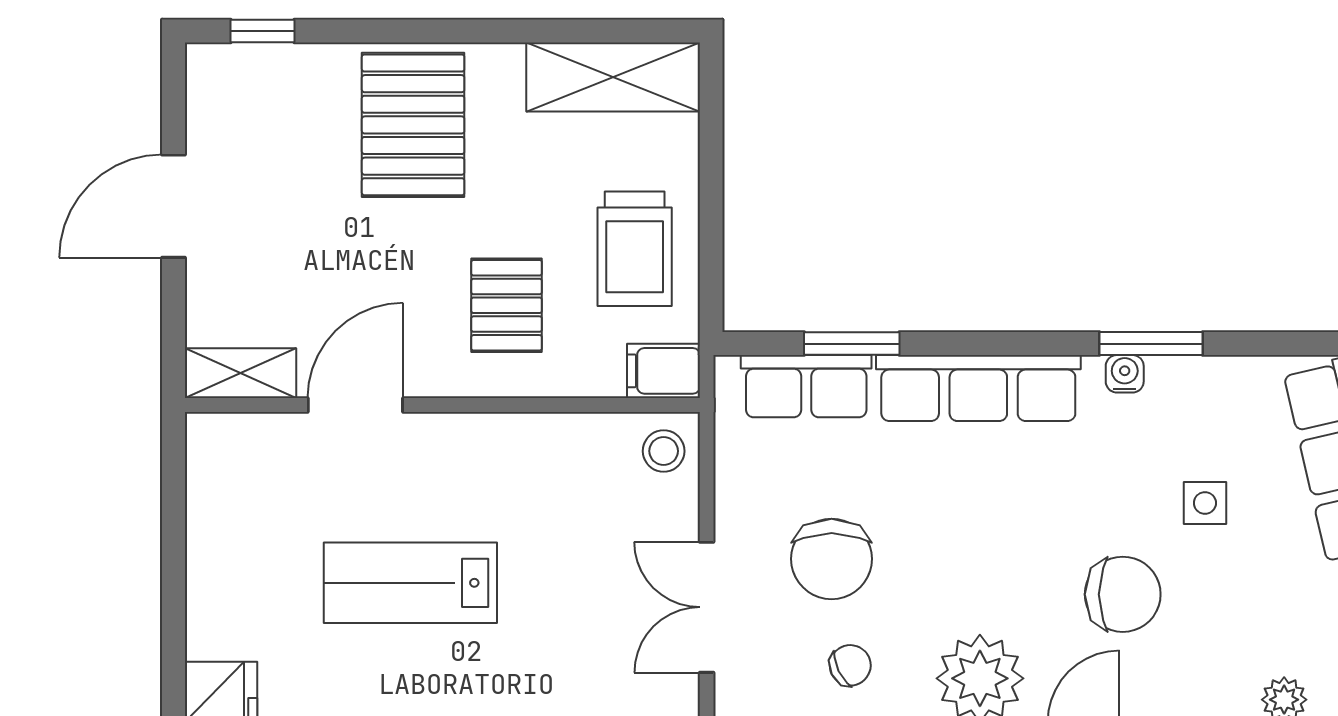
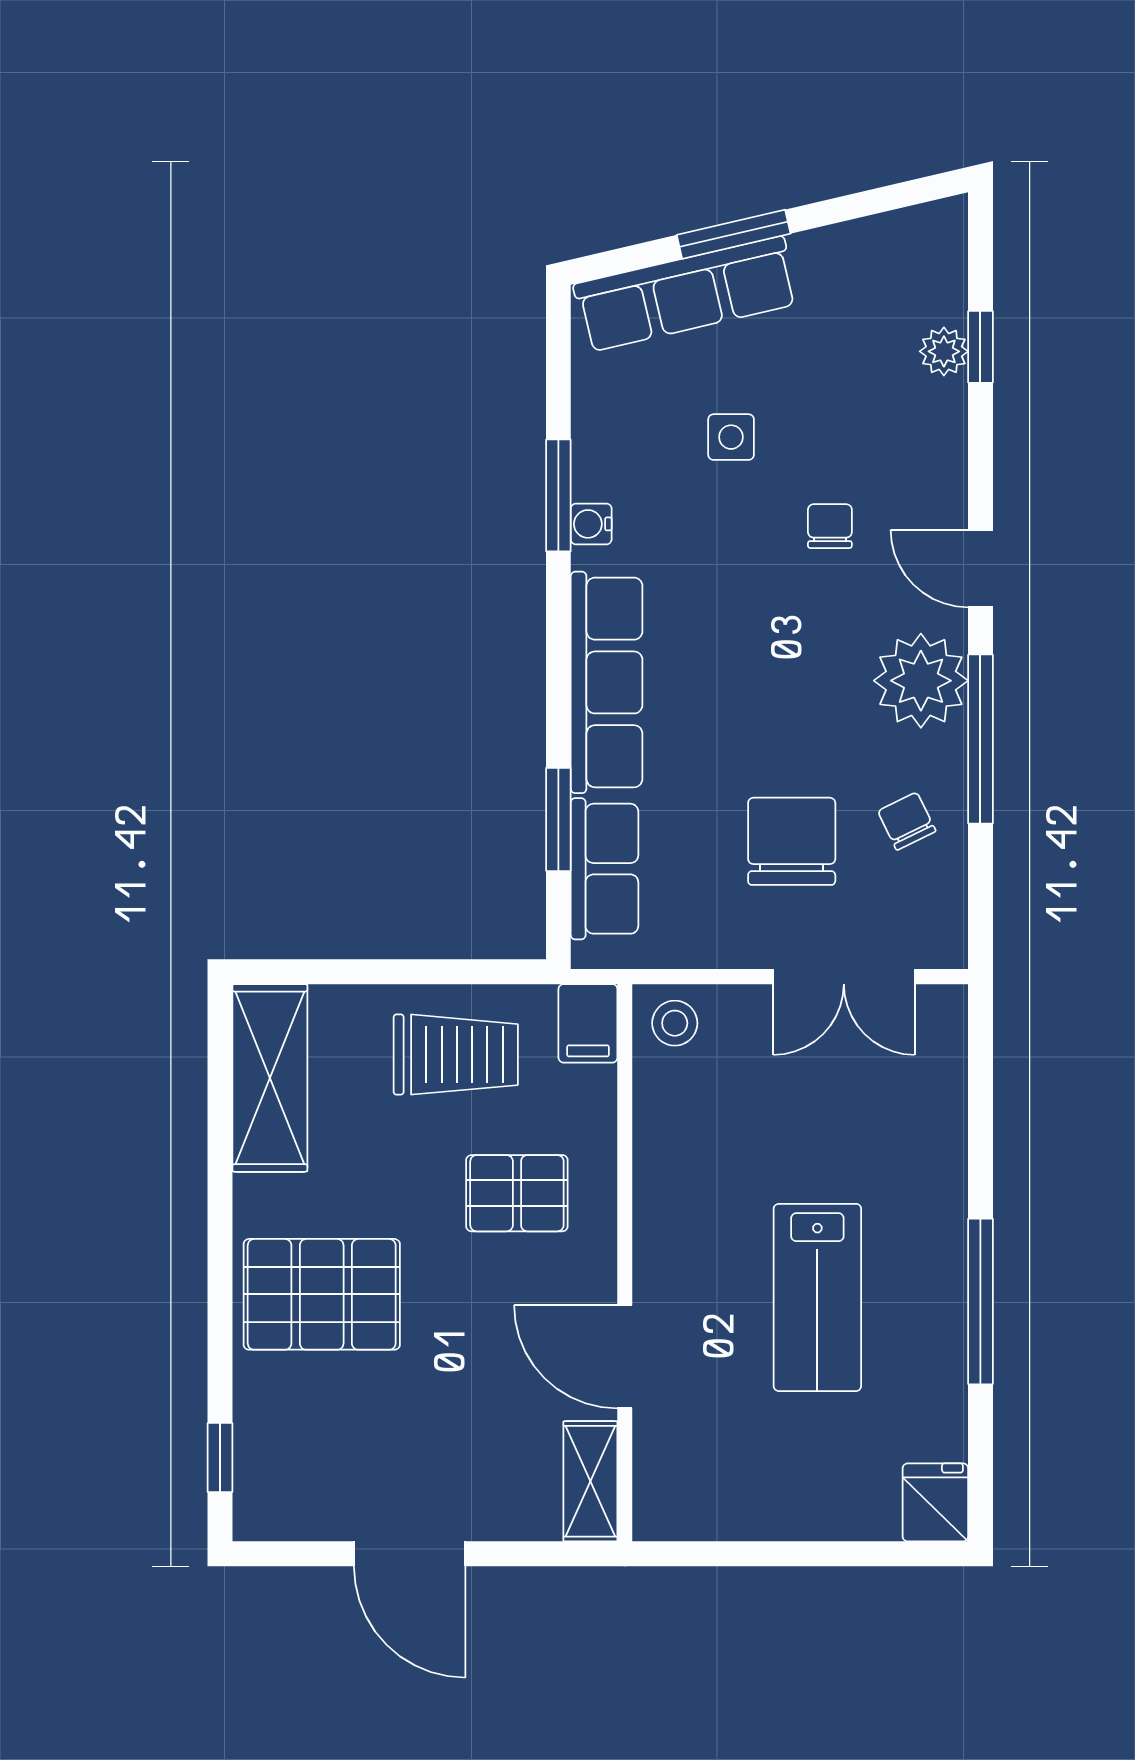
chair: (832, 559) -> (792, 841), turned -90
chair: (1123, 594) -> (830, 526), width x0.54, depth x0.54

